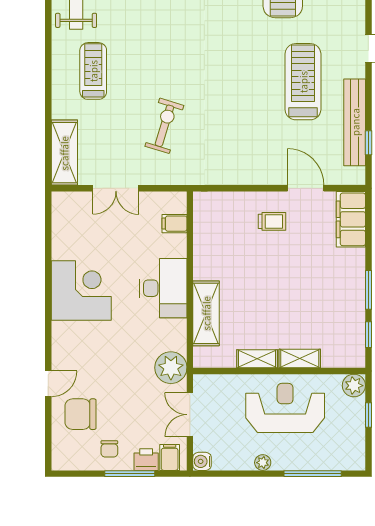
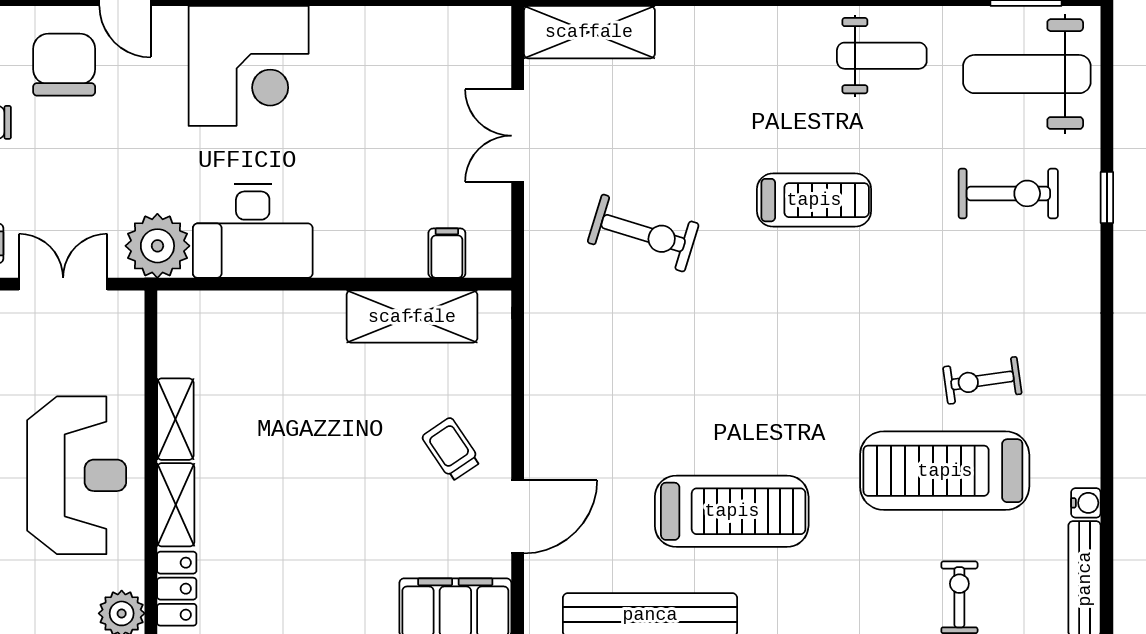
treadmill: (93, 71) -> (814, 200), moved
trolley: (272, 221) -> (451, 449), turned 146
desk: (163, 288) -> (253, 231), moved
corner desk: (81, 290) -> (249, 66), moved
shelving: (206, 313) -> (412, 317), moved
locker: (342, 358) -> (177, 589), added

